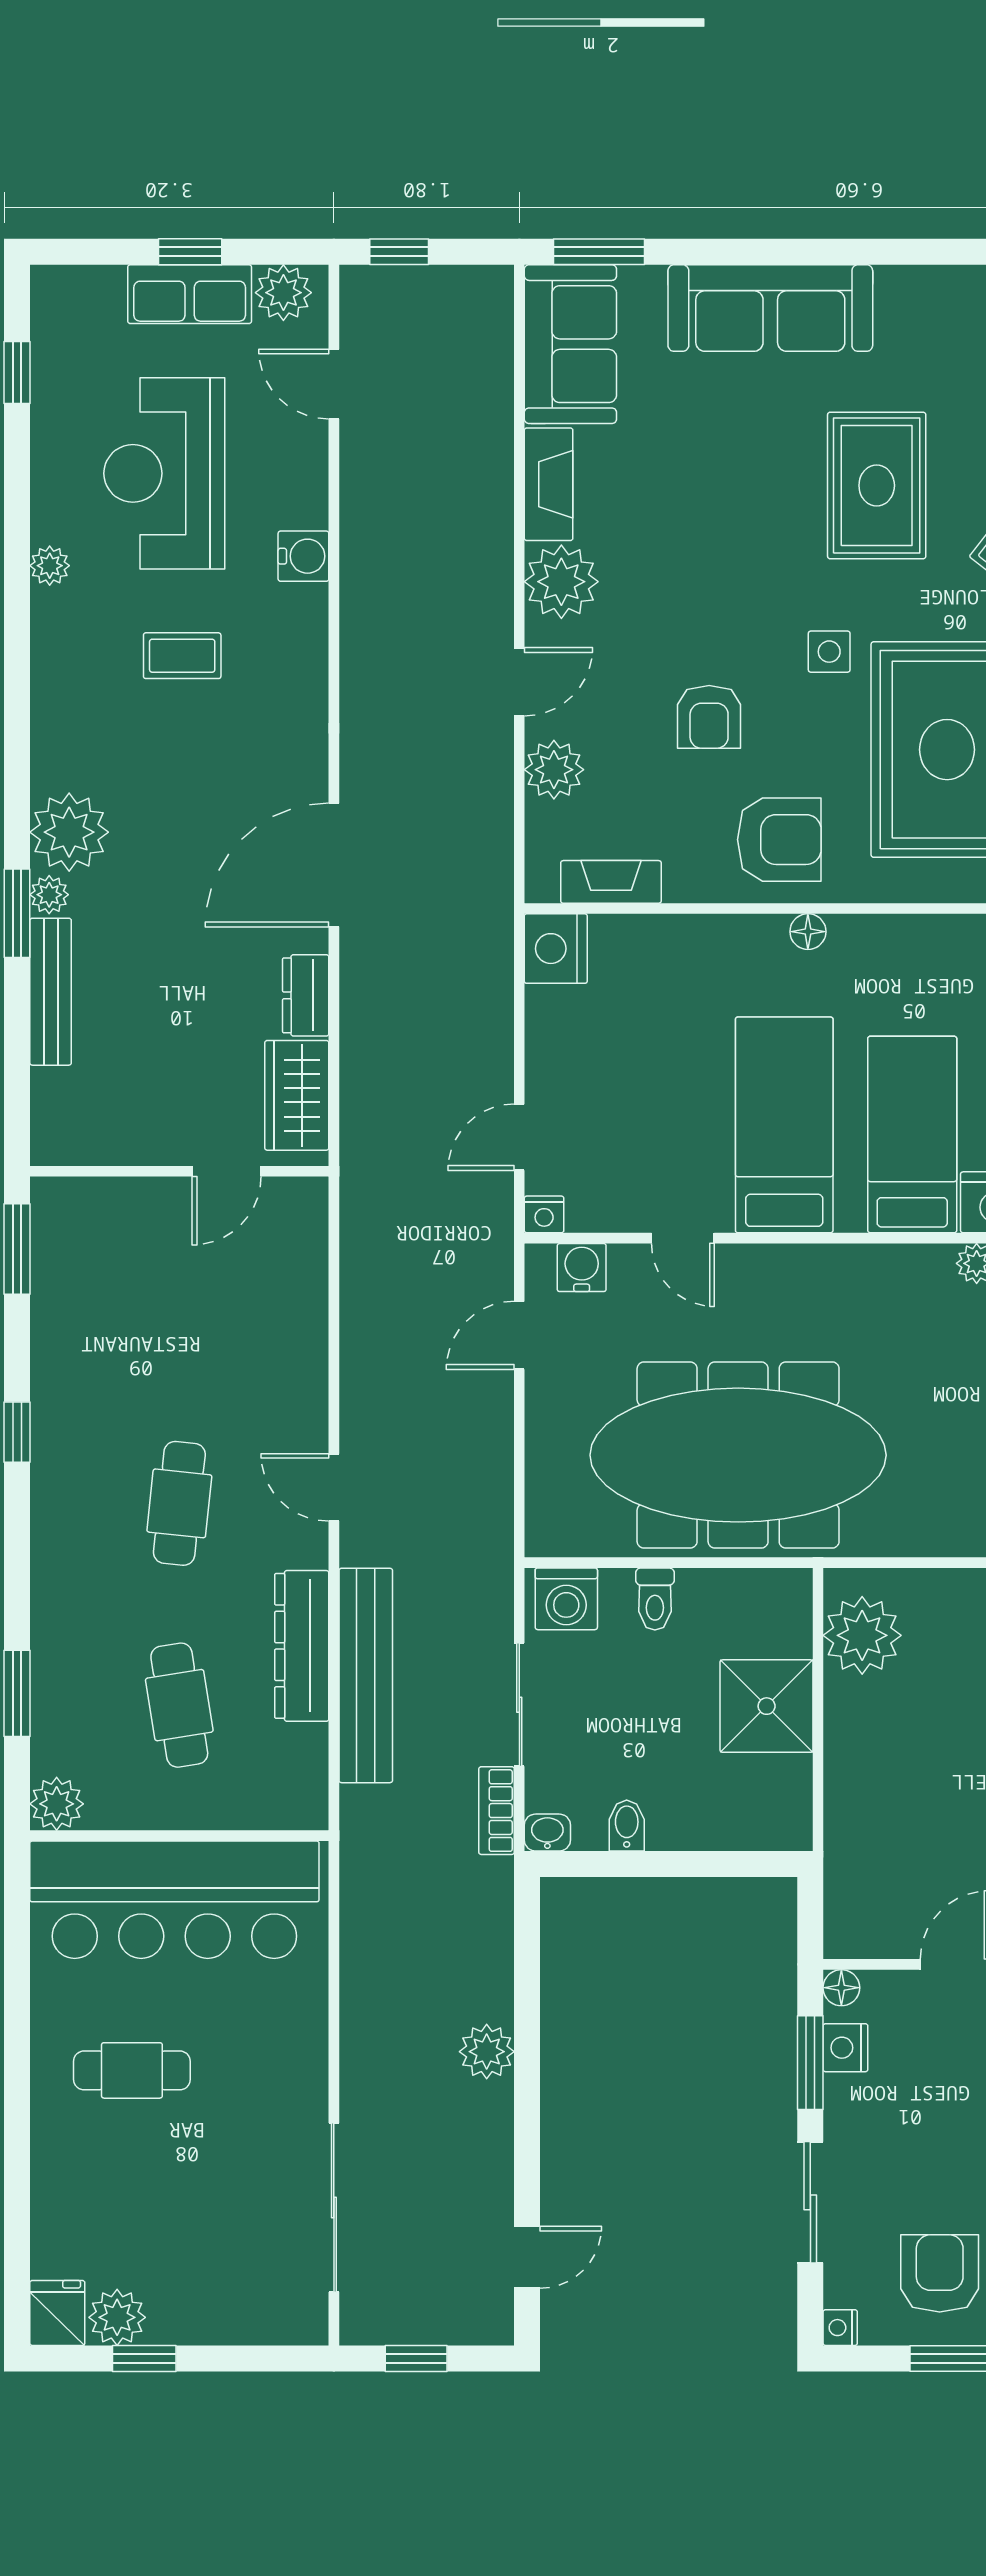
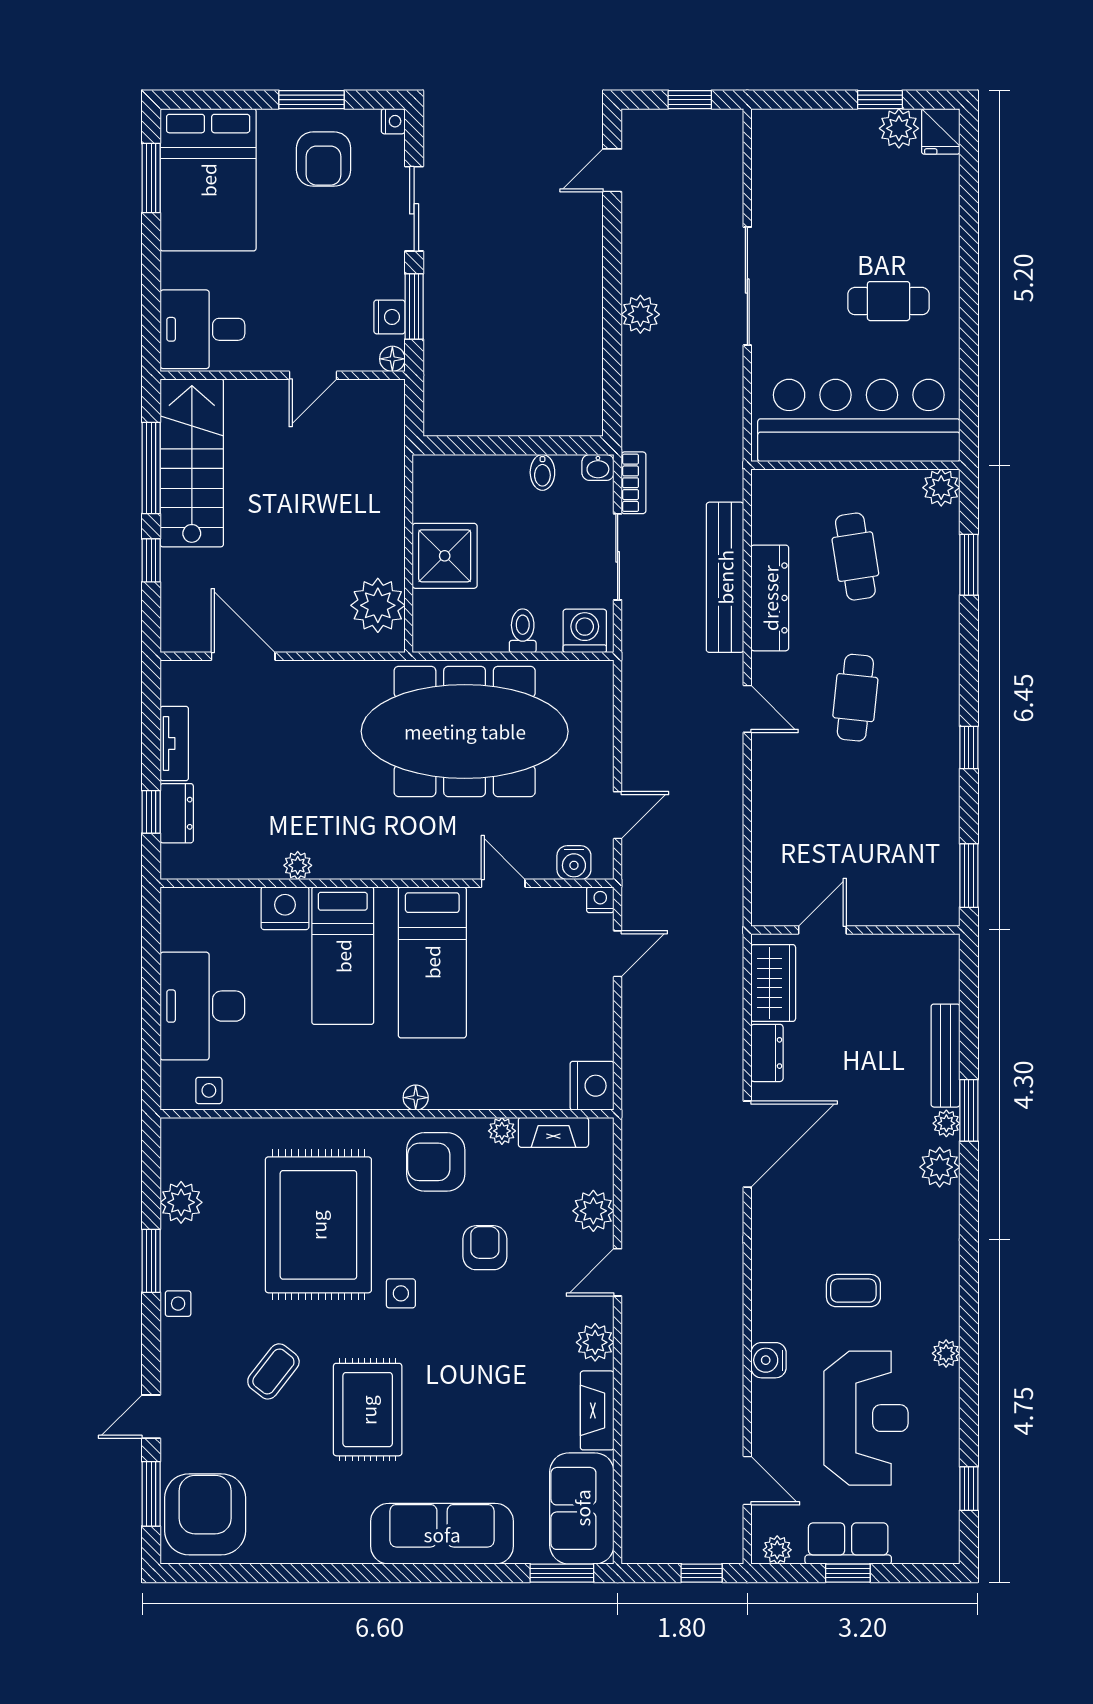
plant: (283, 293) -> (777, 1550), width x0.73, depth x0.73
plant: (561, 582) -> (595, 1342), width x0.73, depth x0.73
plant: (69, 832) -> (940, 1167), width x0.73, depth x0.73
plant: (685, 884) -> (502, 1131), added
sliding door: (334, 2207) -> (747, 286), moved

